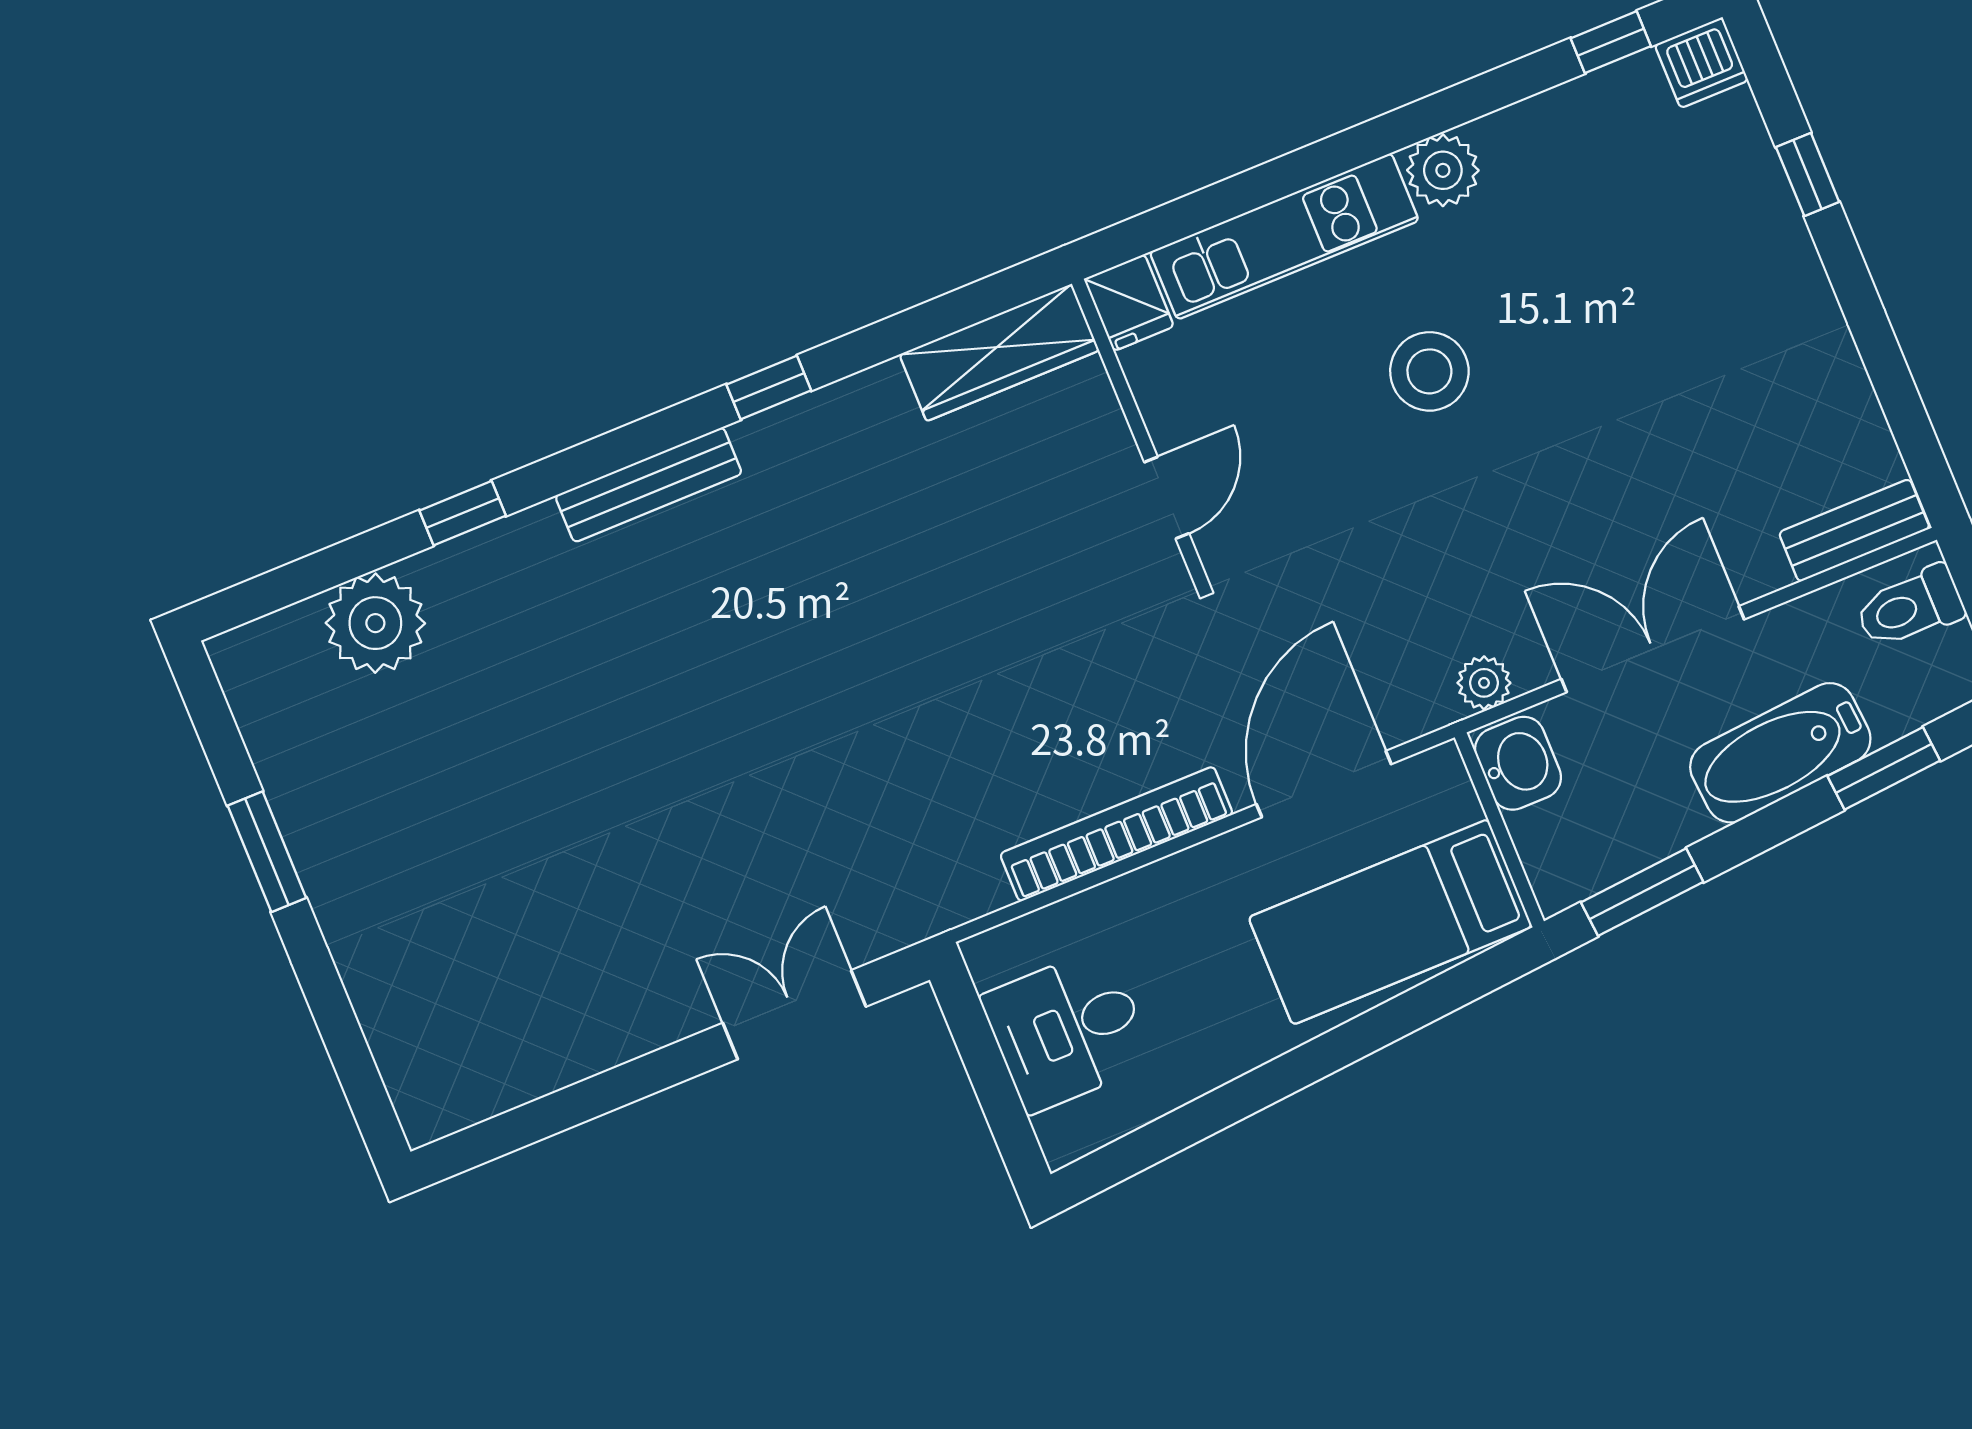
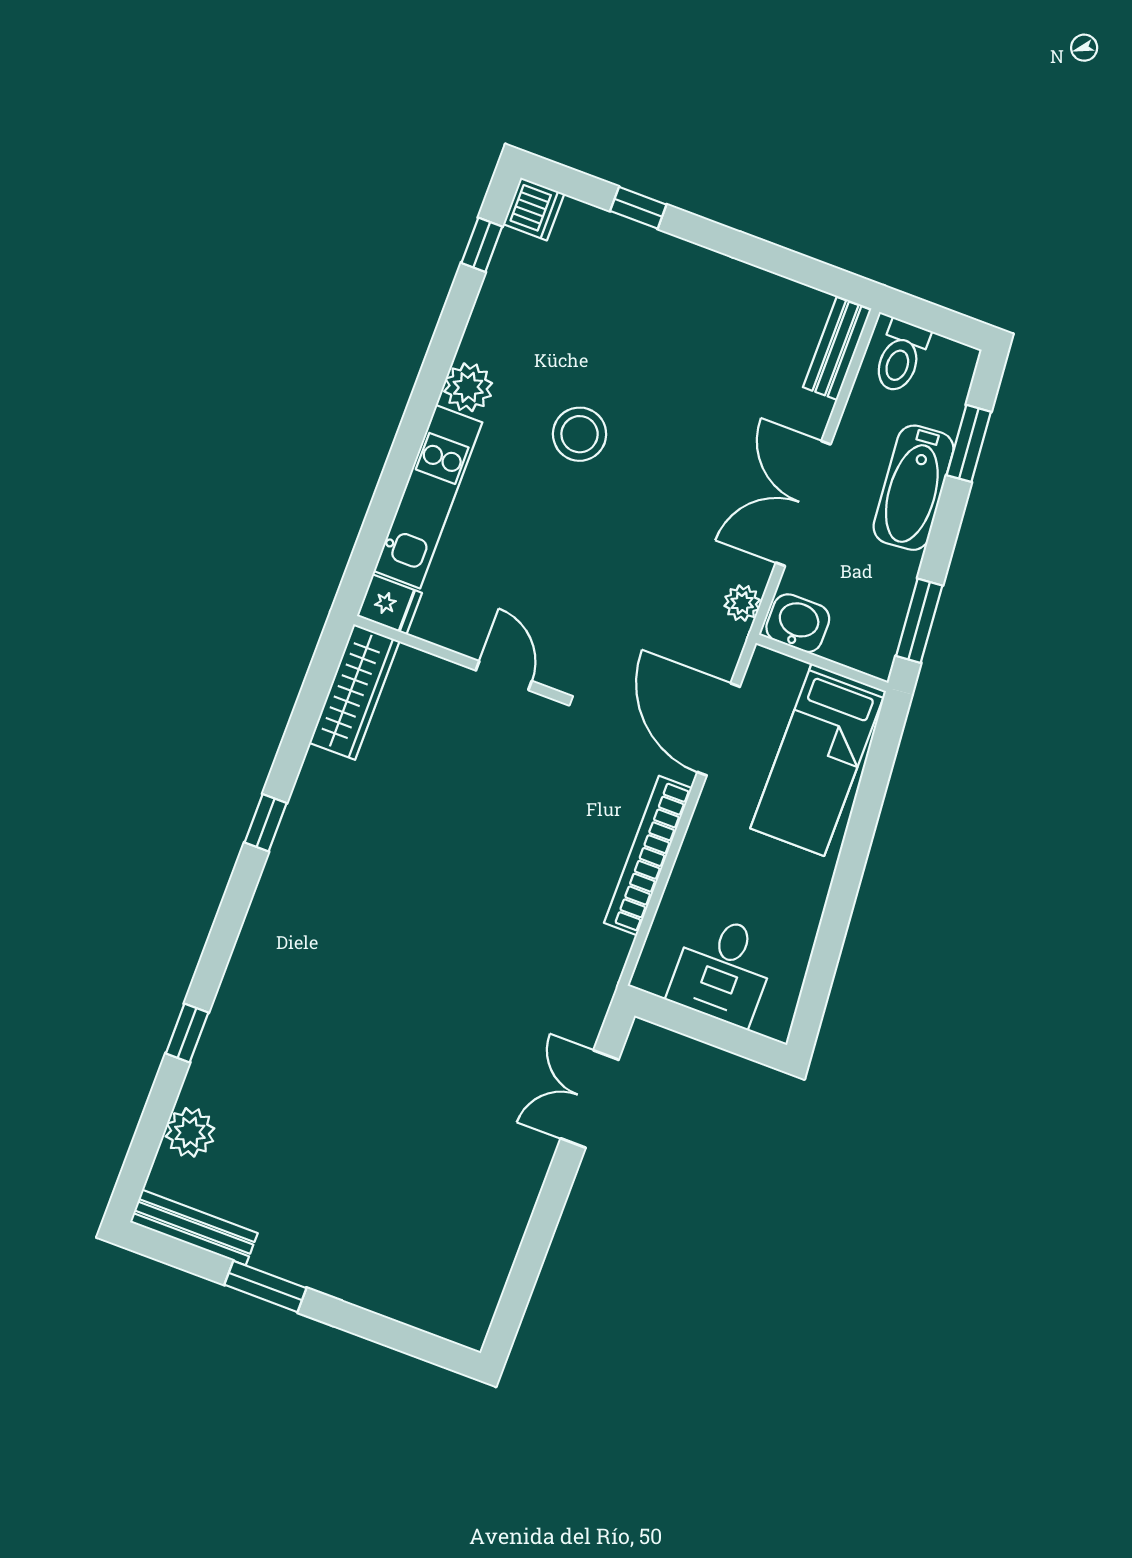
stool: (1429, 371) -> (580, 434), moved
bench: (649, 485) -> (194, 1228), moved, turned 90
plant: (375, 623) -> (190, 1132), width x0.73, depth x0.73

